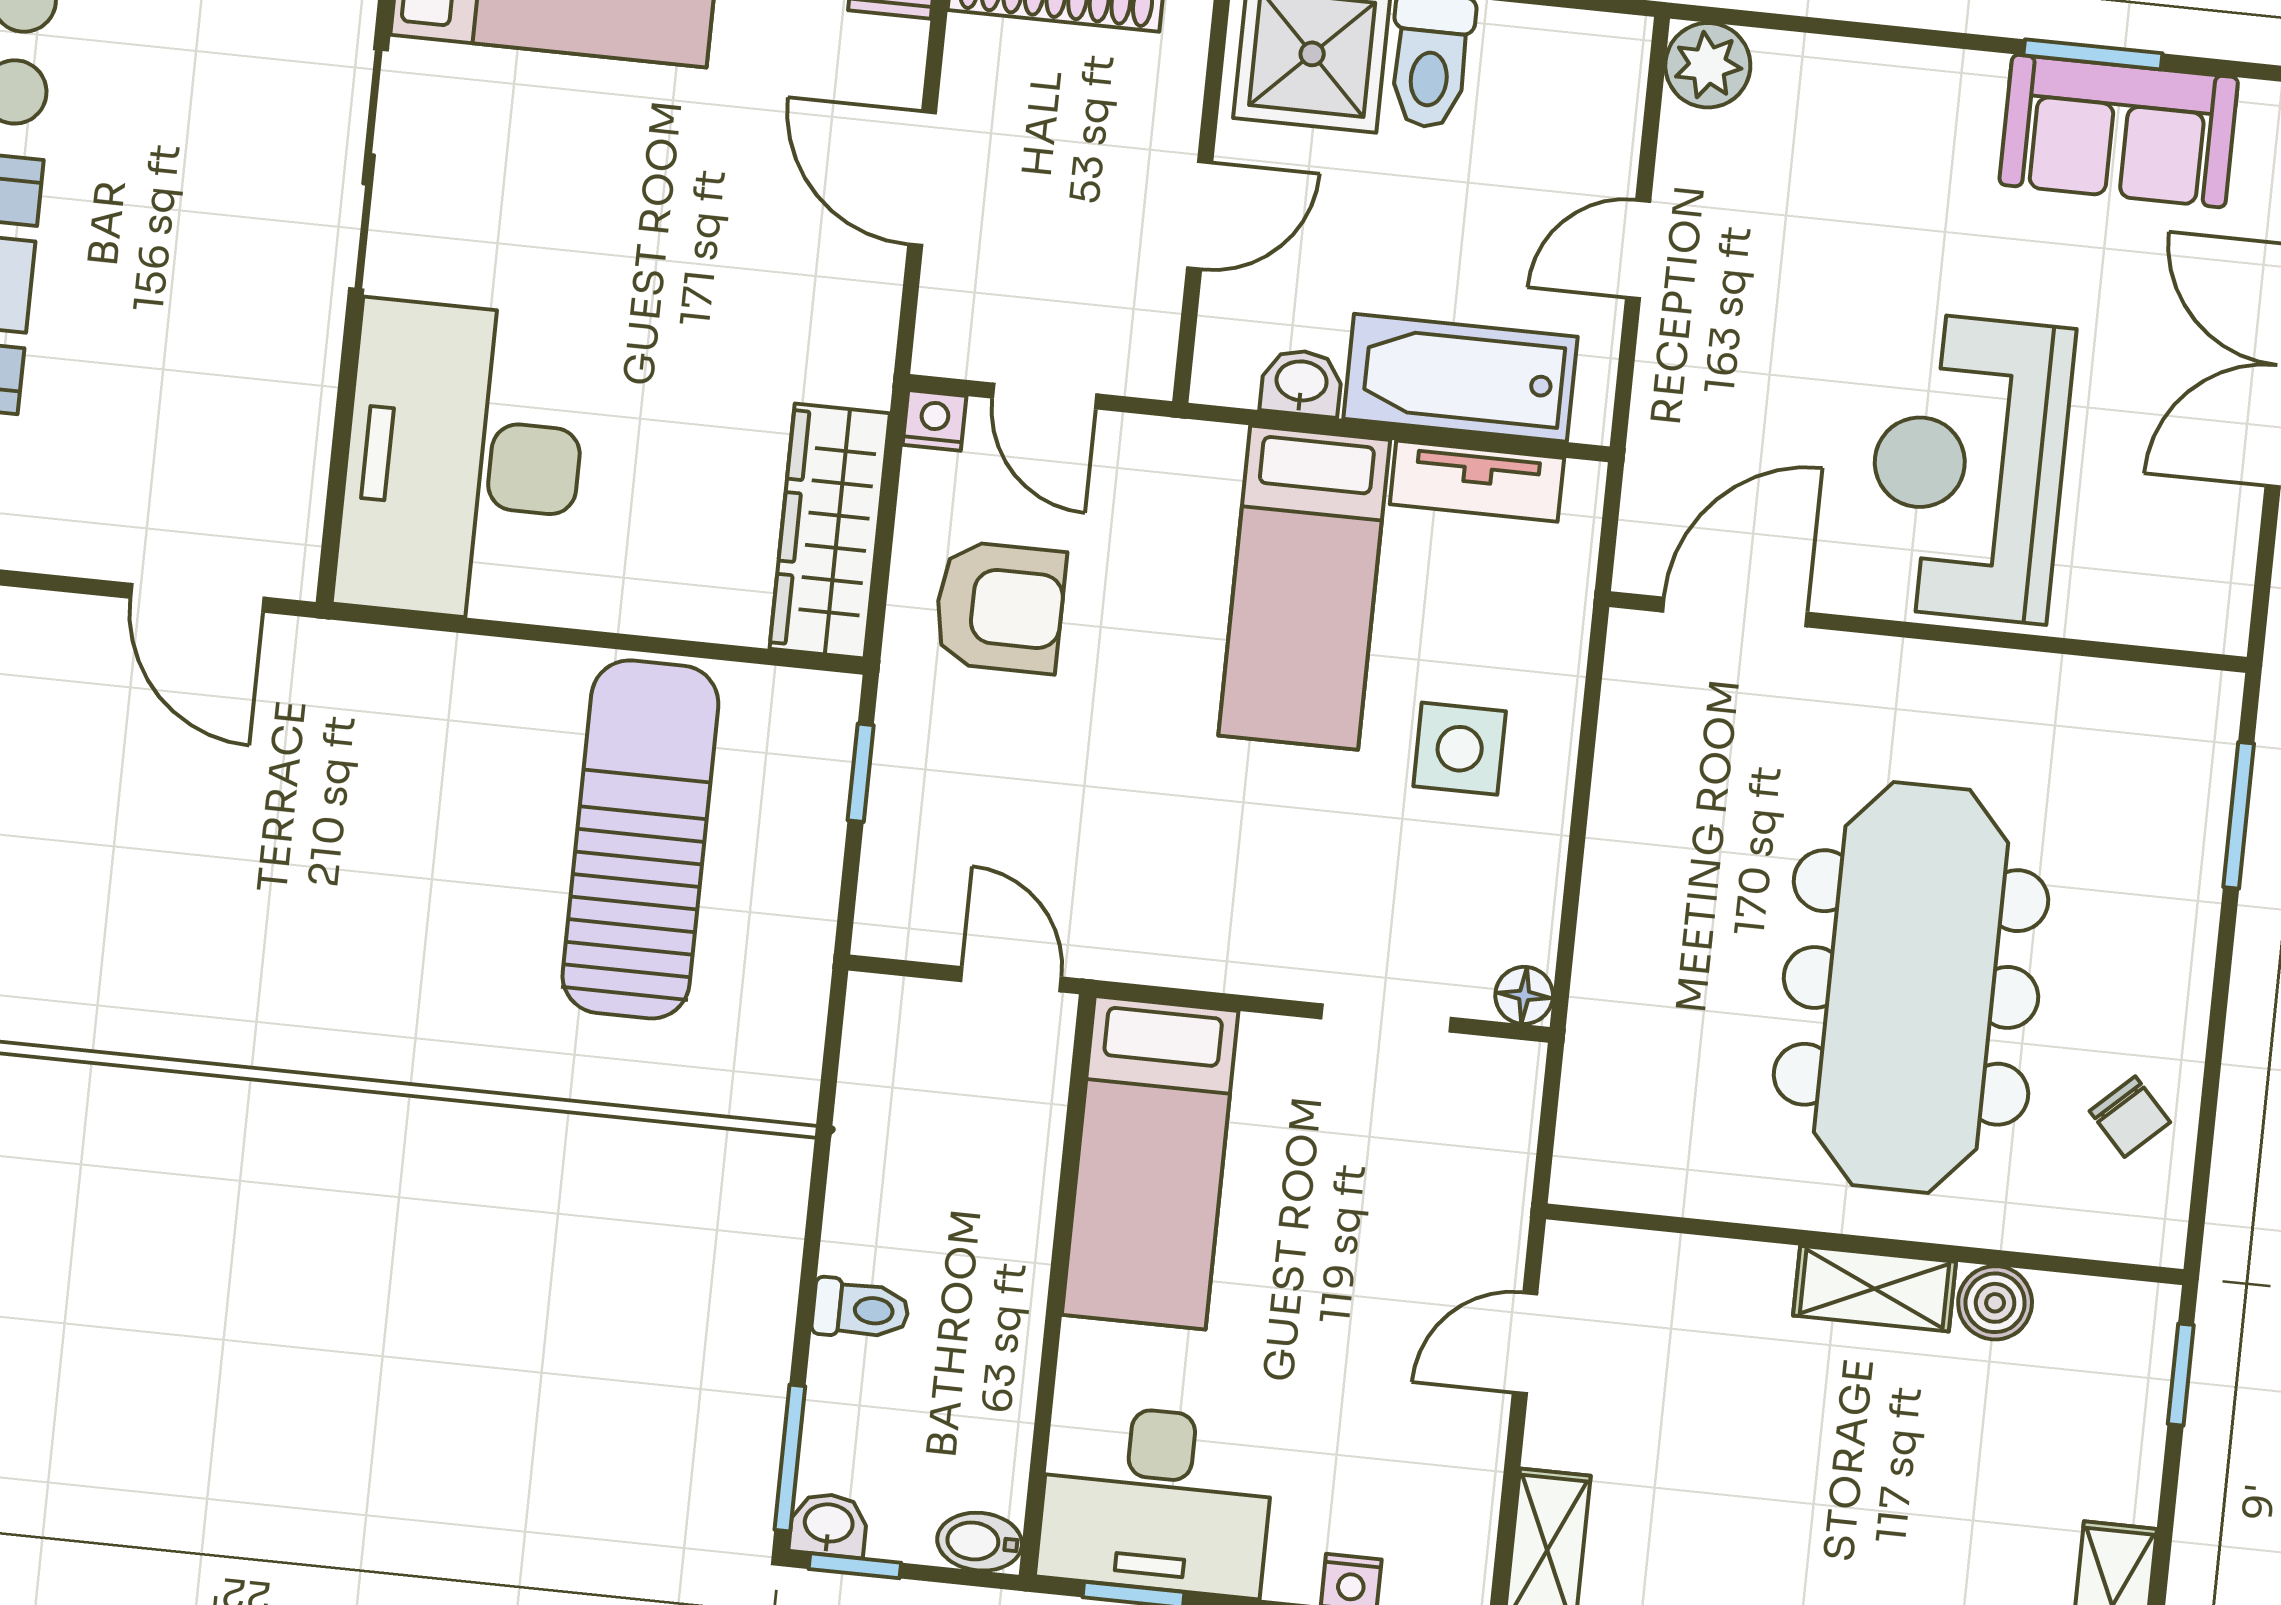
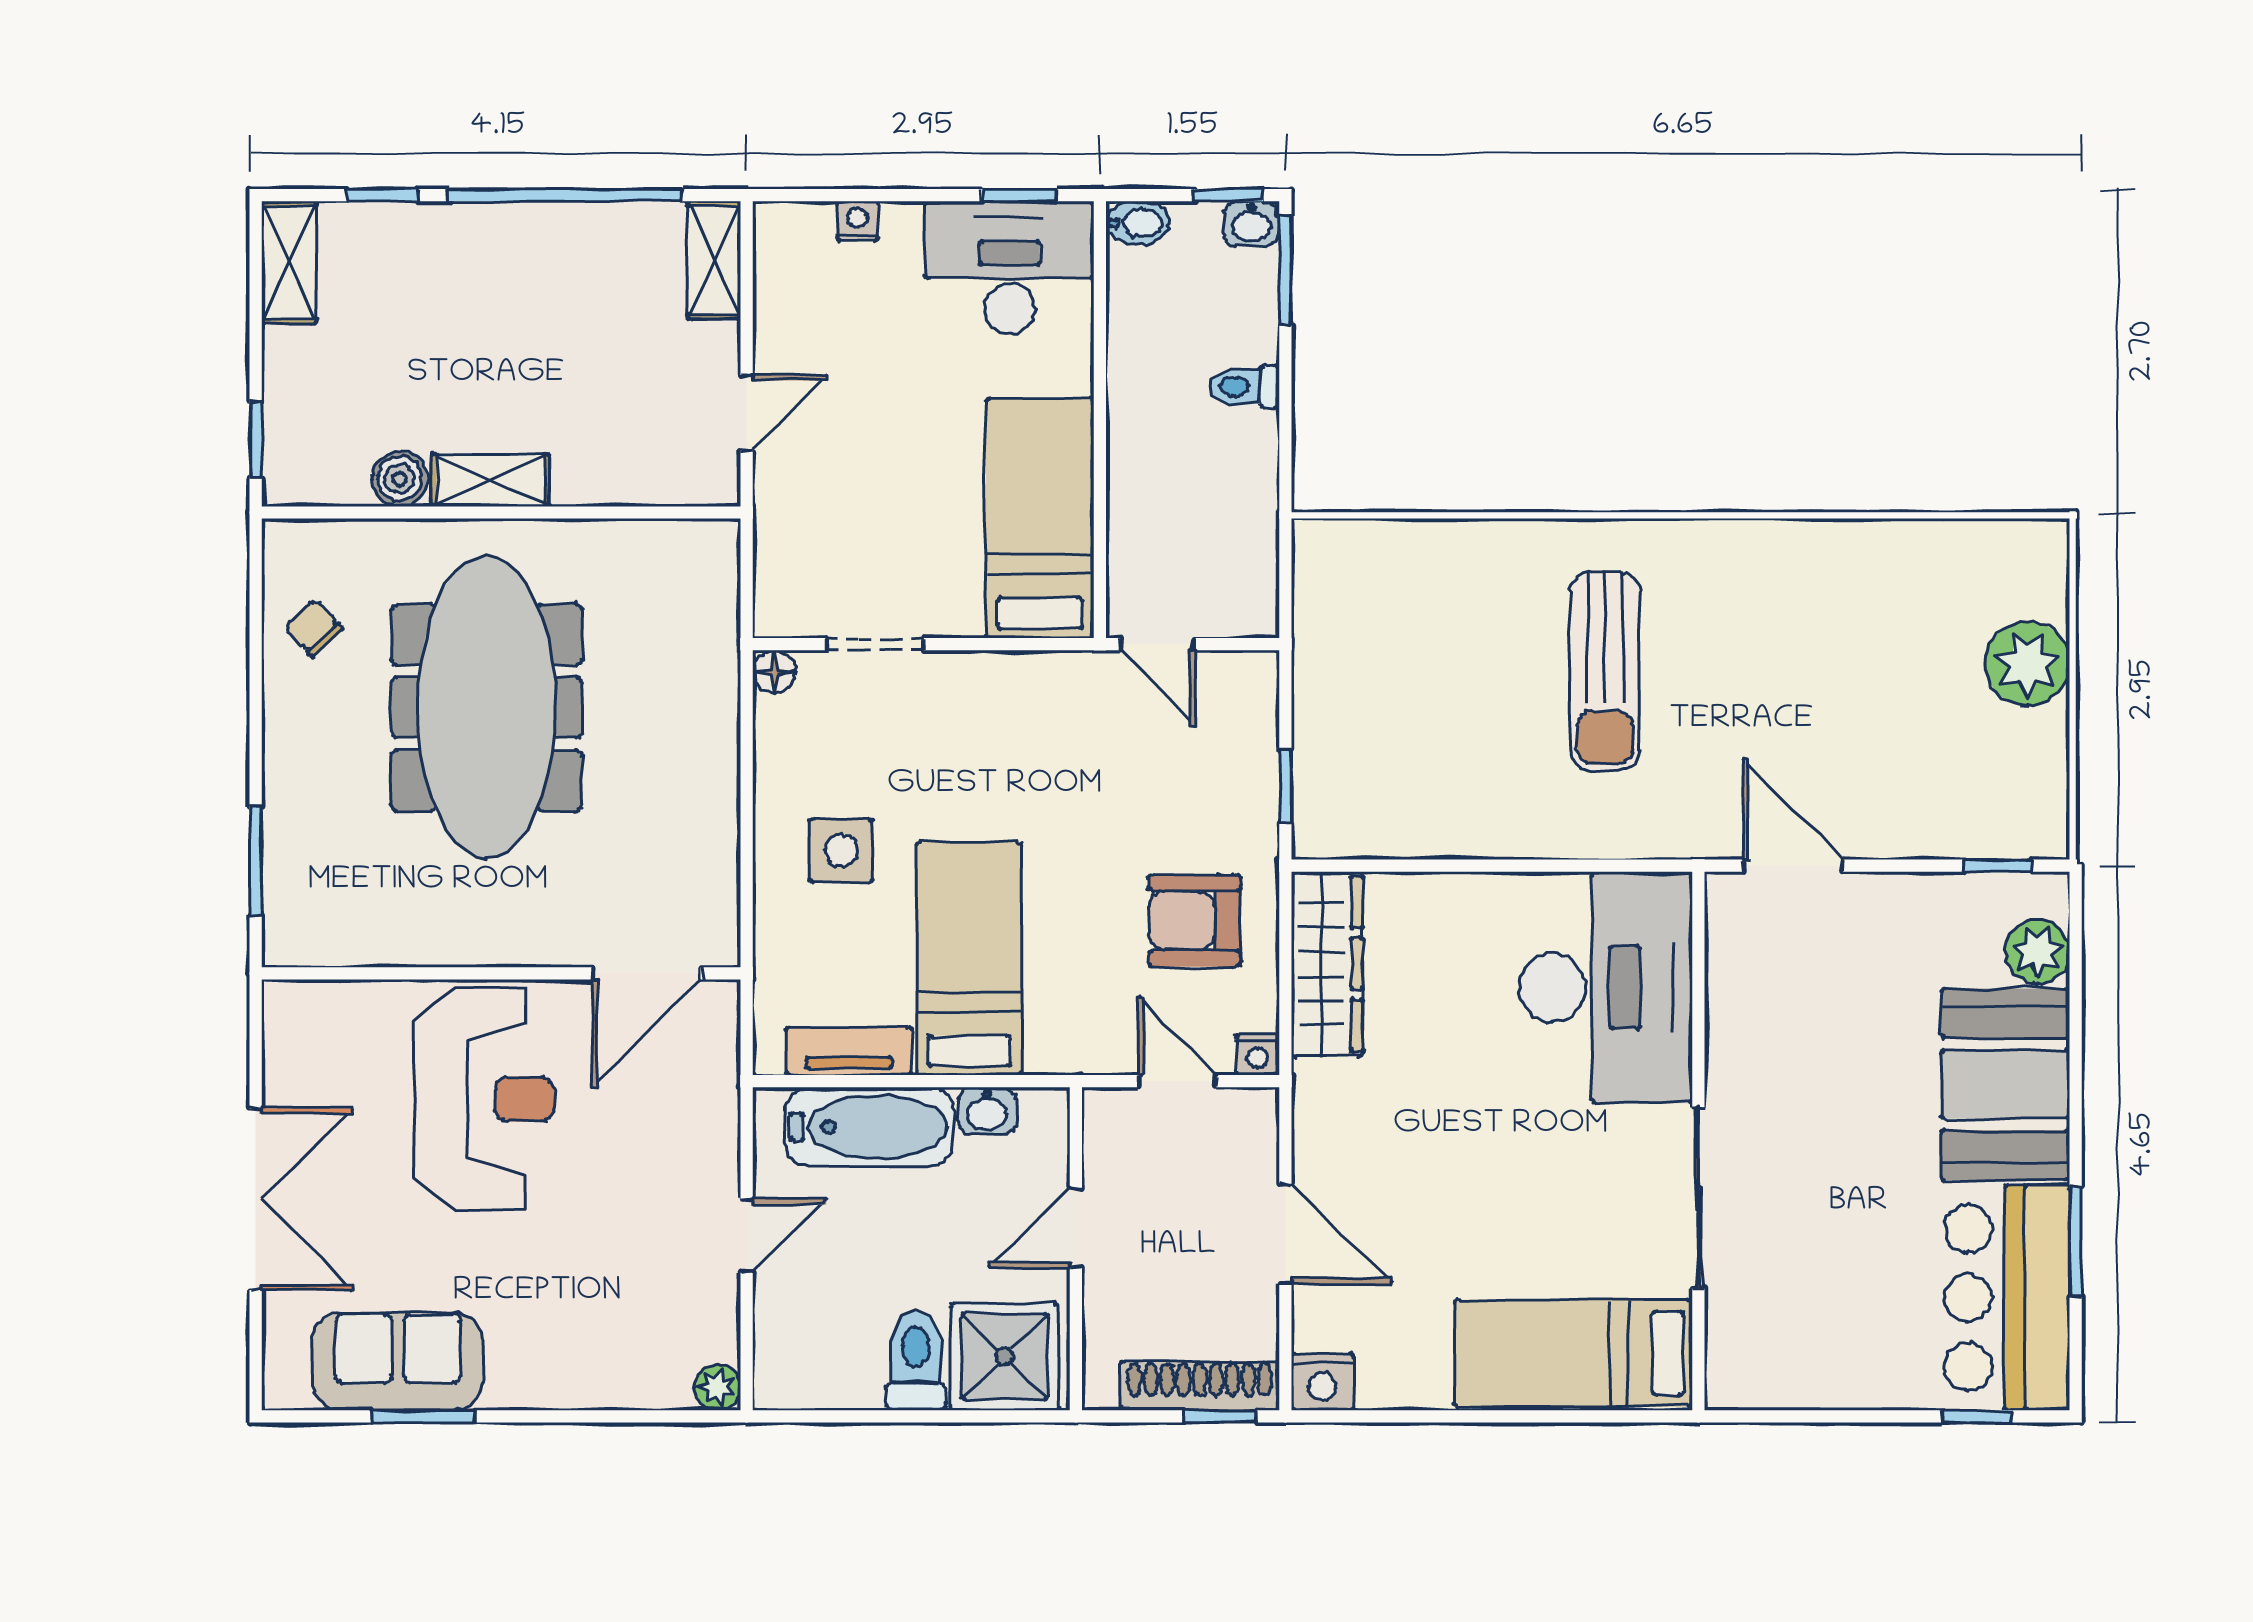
plant: (1708, 65) -> (717, 1387), width x0.73, depth x0.73
sun lounger: (640, 839) -> (1605, 671), moved, width x0.73, depth x0.75

